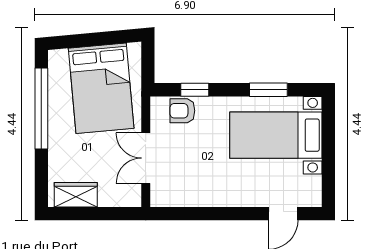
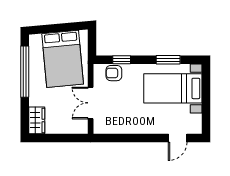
wardrobe: (76, 195) -> (37, 120), moved, turned 90

